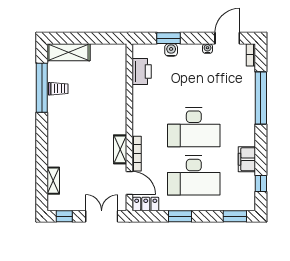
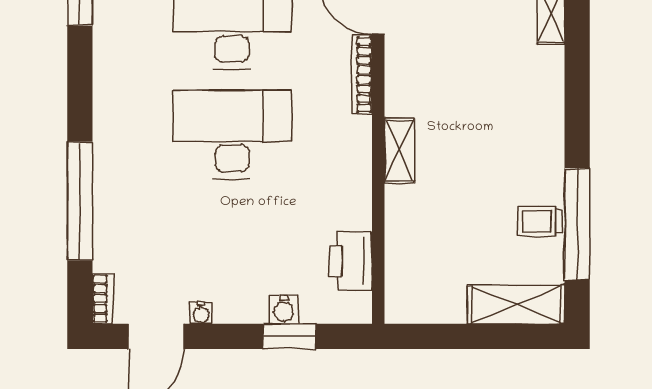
shelving: (120, 149) -> (399, 151), moved
filing cabinet: (247, 159) -> (112, 62), removed

